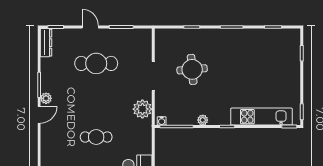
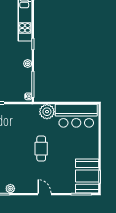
plant: (142, 109) -> (47, 112), moved
door: (39, 115) -> (44, 194), moved

